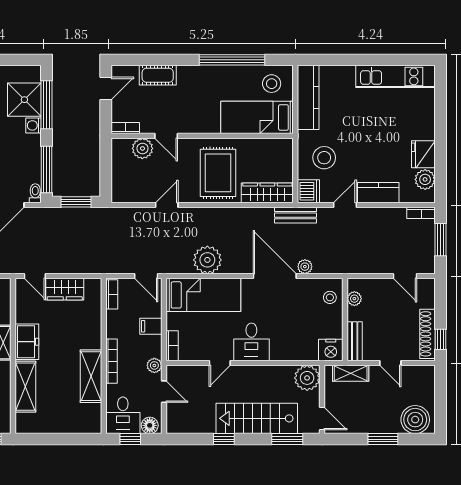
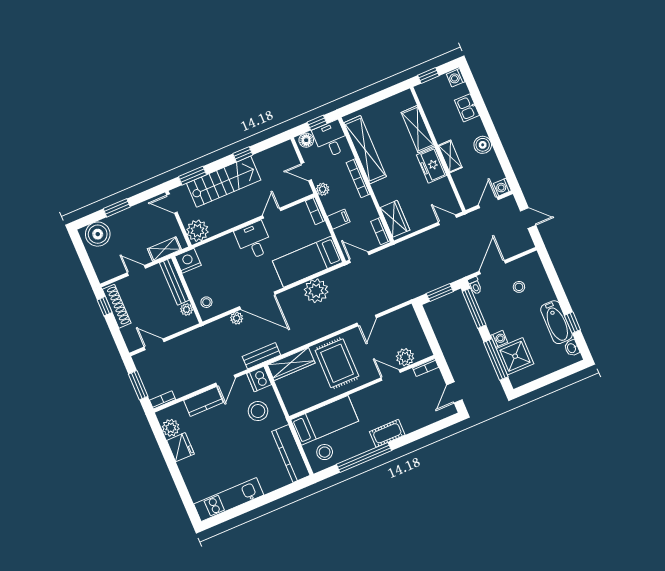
cot: (158, 75) -> (387, 433), moved
wardrobe: (65, 289) -> (395, 219), moved, turned 90
bench: (355, 341) -> (174, 281), width x1.36
shelving: (91, 376) -> (365, 150), width x1.47

